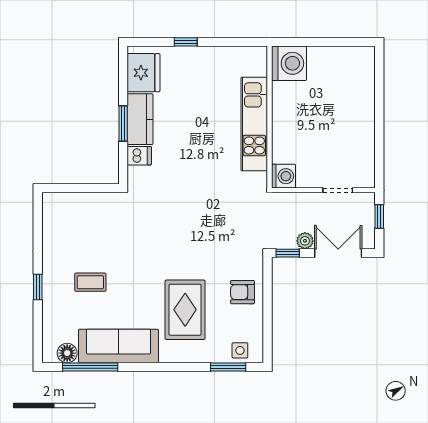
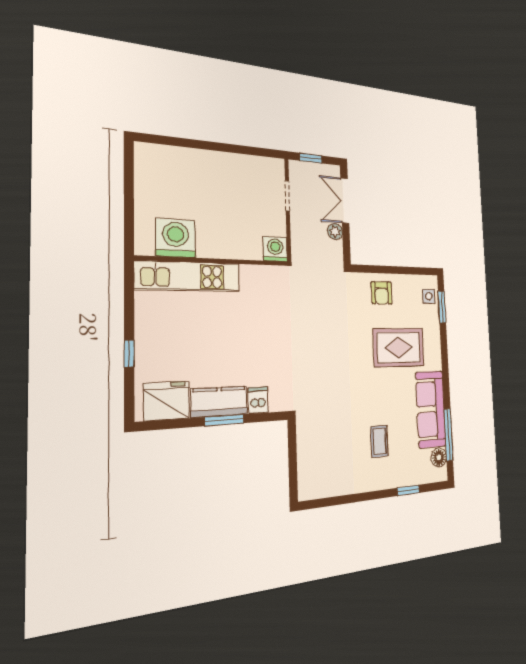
washing machine: (289, 63) -> (176, 238), moved
kitchen unit: (254, 124) -> (188, 276), moved
window: (288, 253) -> (347, 249), removed
window: (38, 287) -> (408, 490), moved

